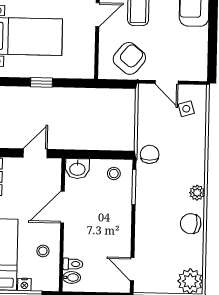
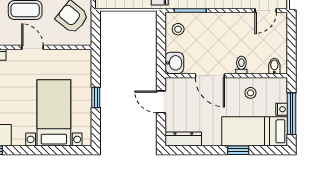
toilet: (73, 264) -> (241, 65), moved

